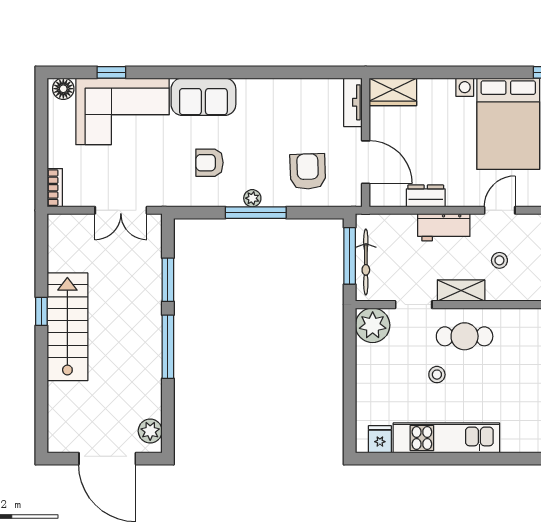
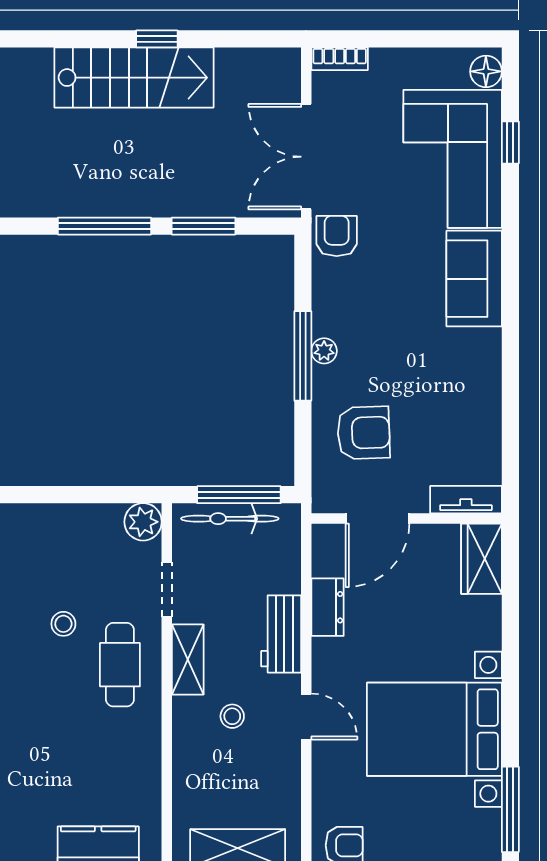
armchair: (209, 163) -> (337, 236), moved
double door: (121, 210) -> (306, 157), width x1.37
plant: (373, 325) -> (143, 522), width x0.73, depth x0.73

